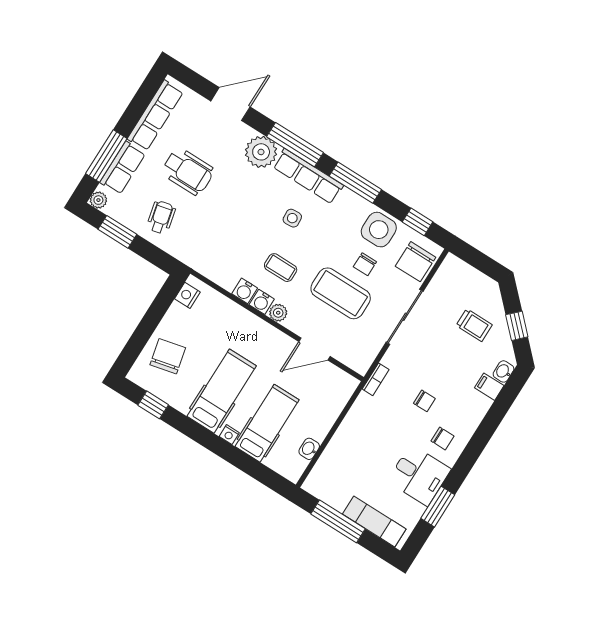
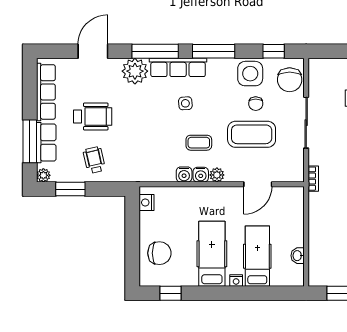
chair: (168, 356) -> (159, 253), turned 103

